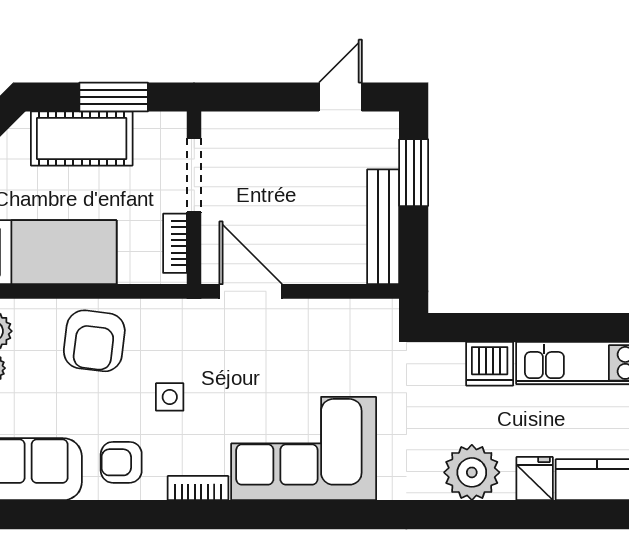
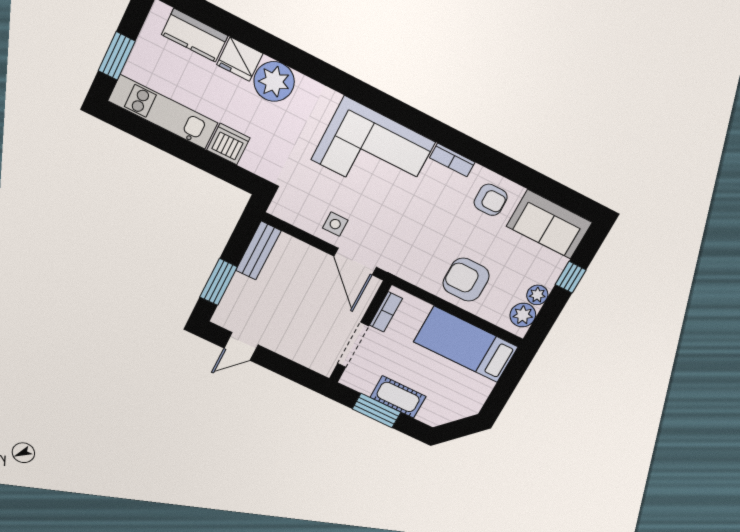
cot: (82, 138) -> (398, 397), width x0.73, depth x0.75
bench: (383, 227) -> (258, 251), width x0.73
armchair: (94, 341) -> (466, 280), turned -97
side table: (170, 397) -> (335, 224), moved
fridge: (535, 479) -> (240, 59), width x1.38

